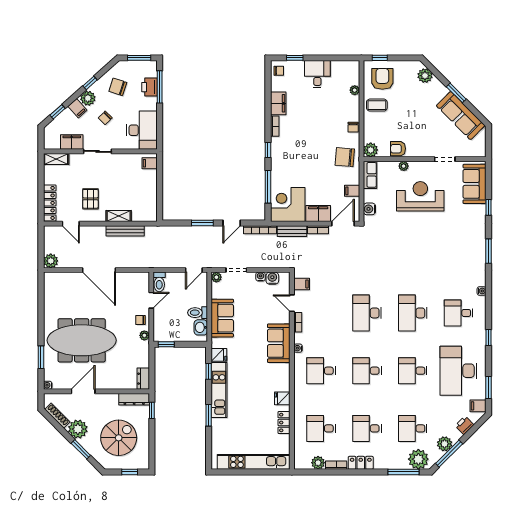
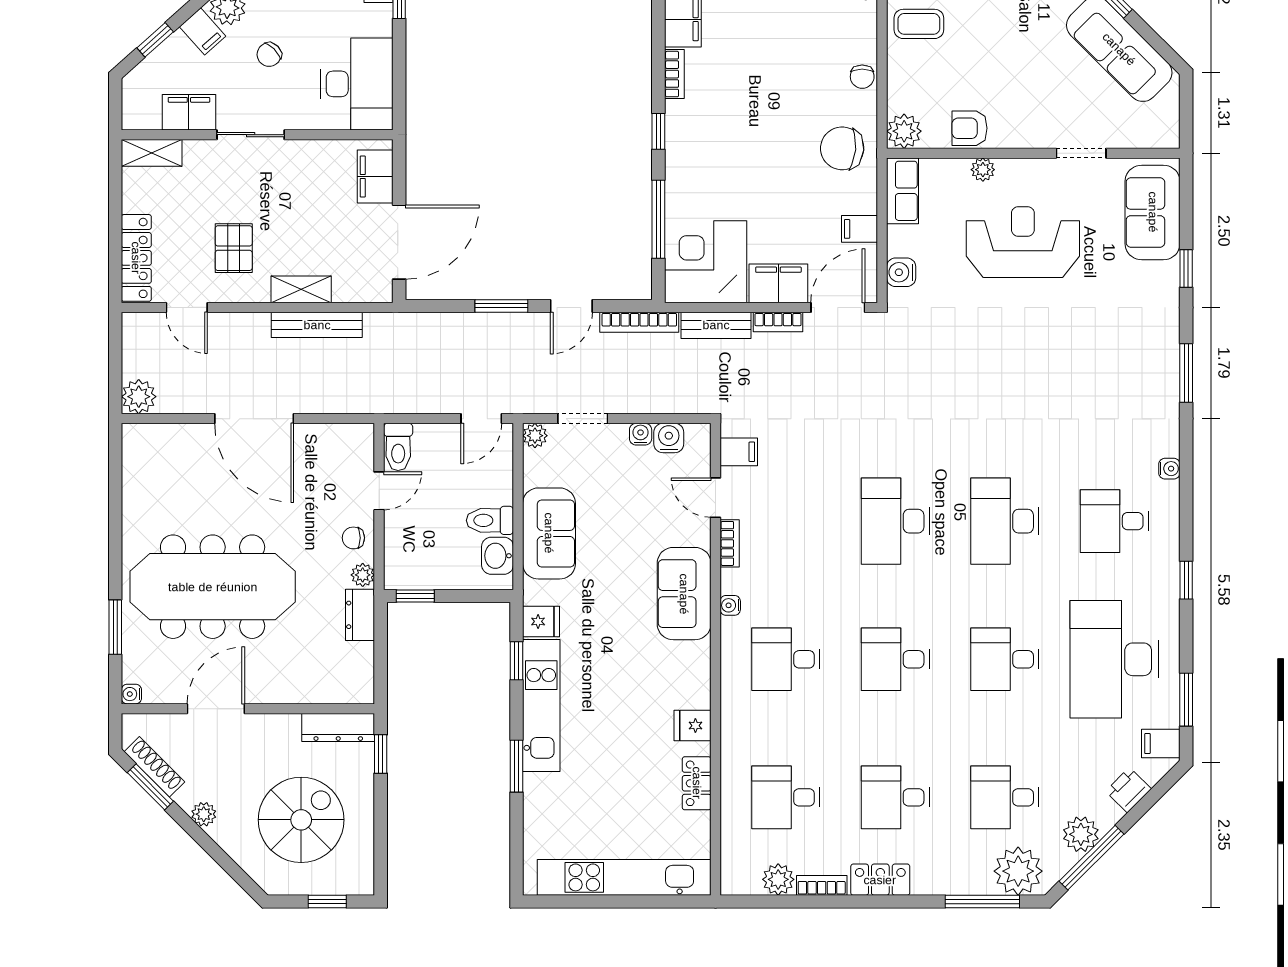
filing cabinet: (150, 163) -> (375, 176), width x2.00
door: (160, 196) -> (399, 242), added
dresser: (143, 379) -> (360, 615), moved
plant: (78, 429) -> (204, 814), width x0.53, depth x0.53
window: (81, 449) -> (150, 787), moved

